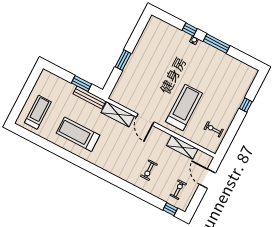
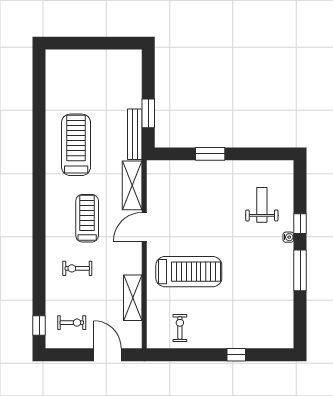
weight bench: (168, 46) -> (262, 205), added
treadmill: (38, 112) -> (87, 218), moved, turned -90
door: (207, 179) -> (108, 355), hinge flipped

